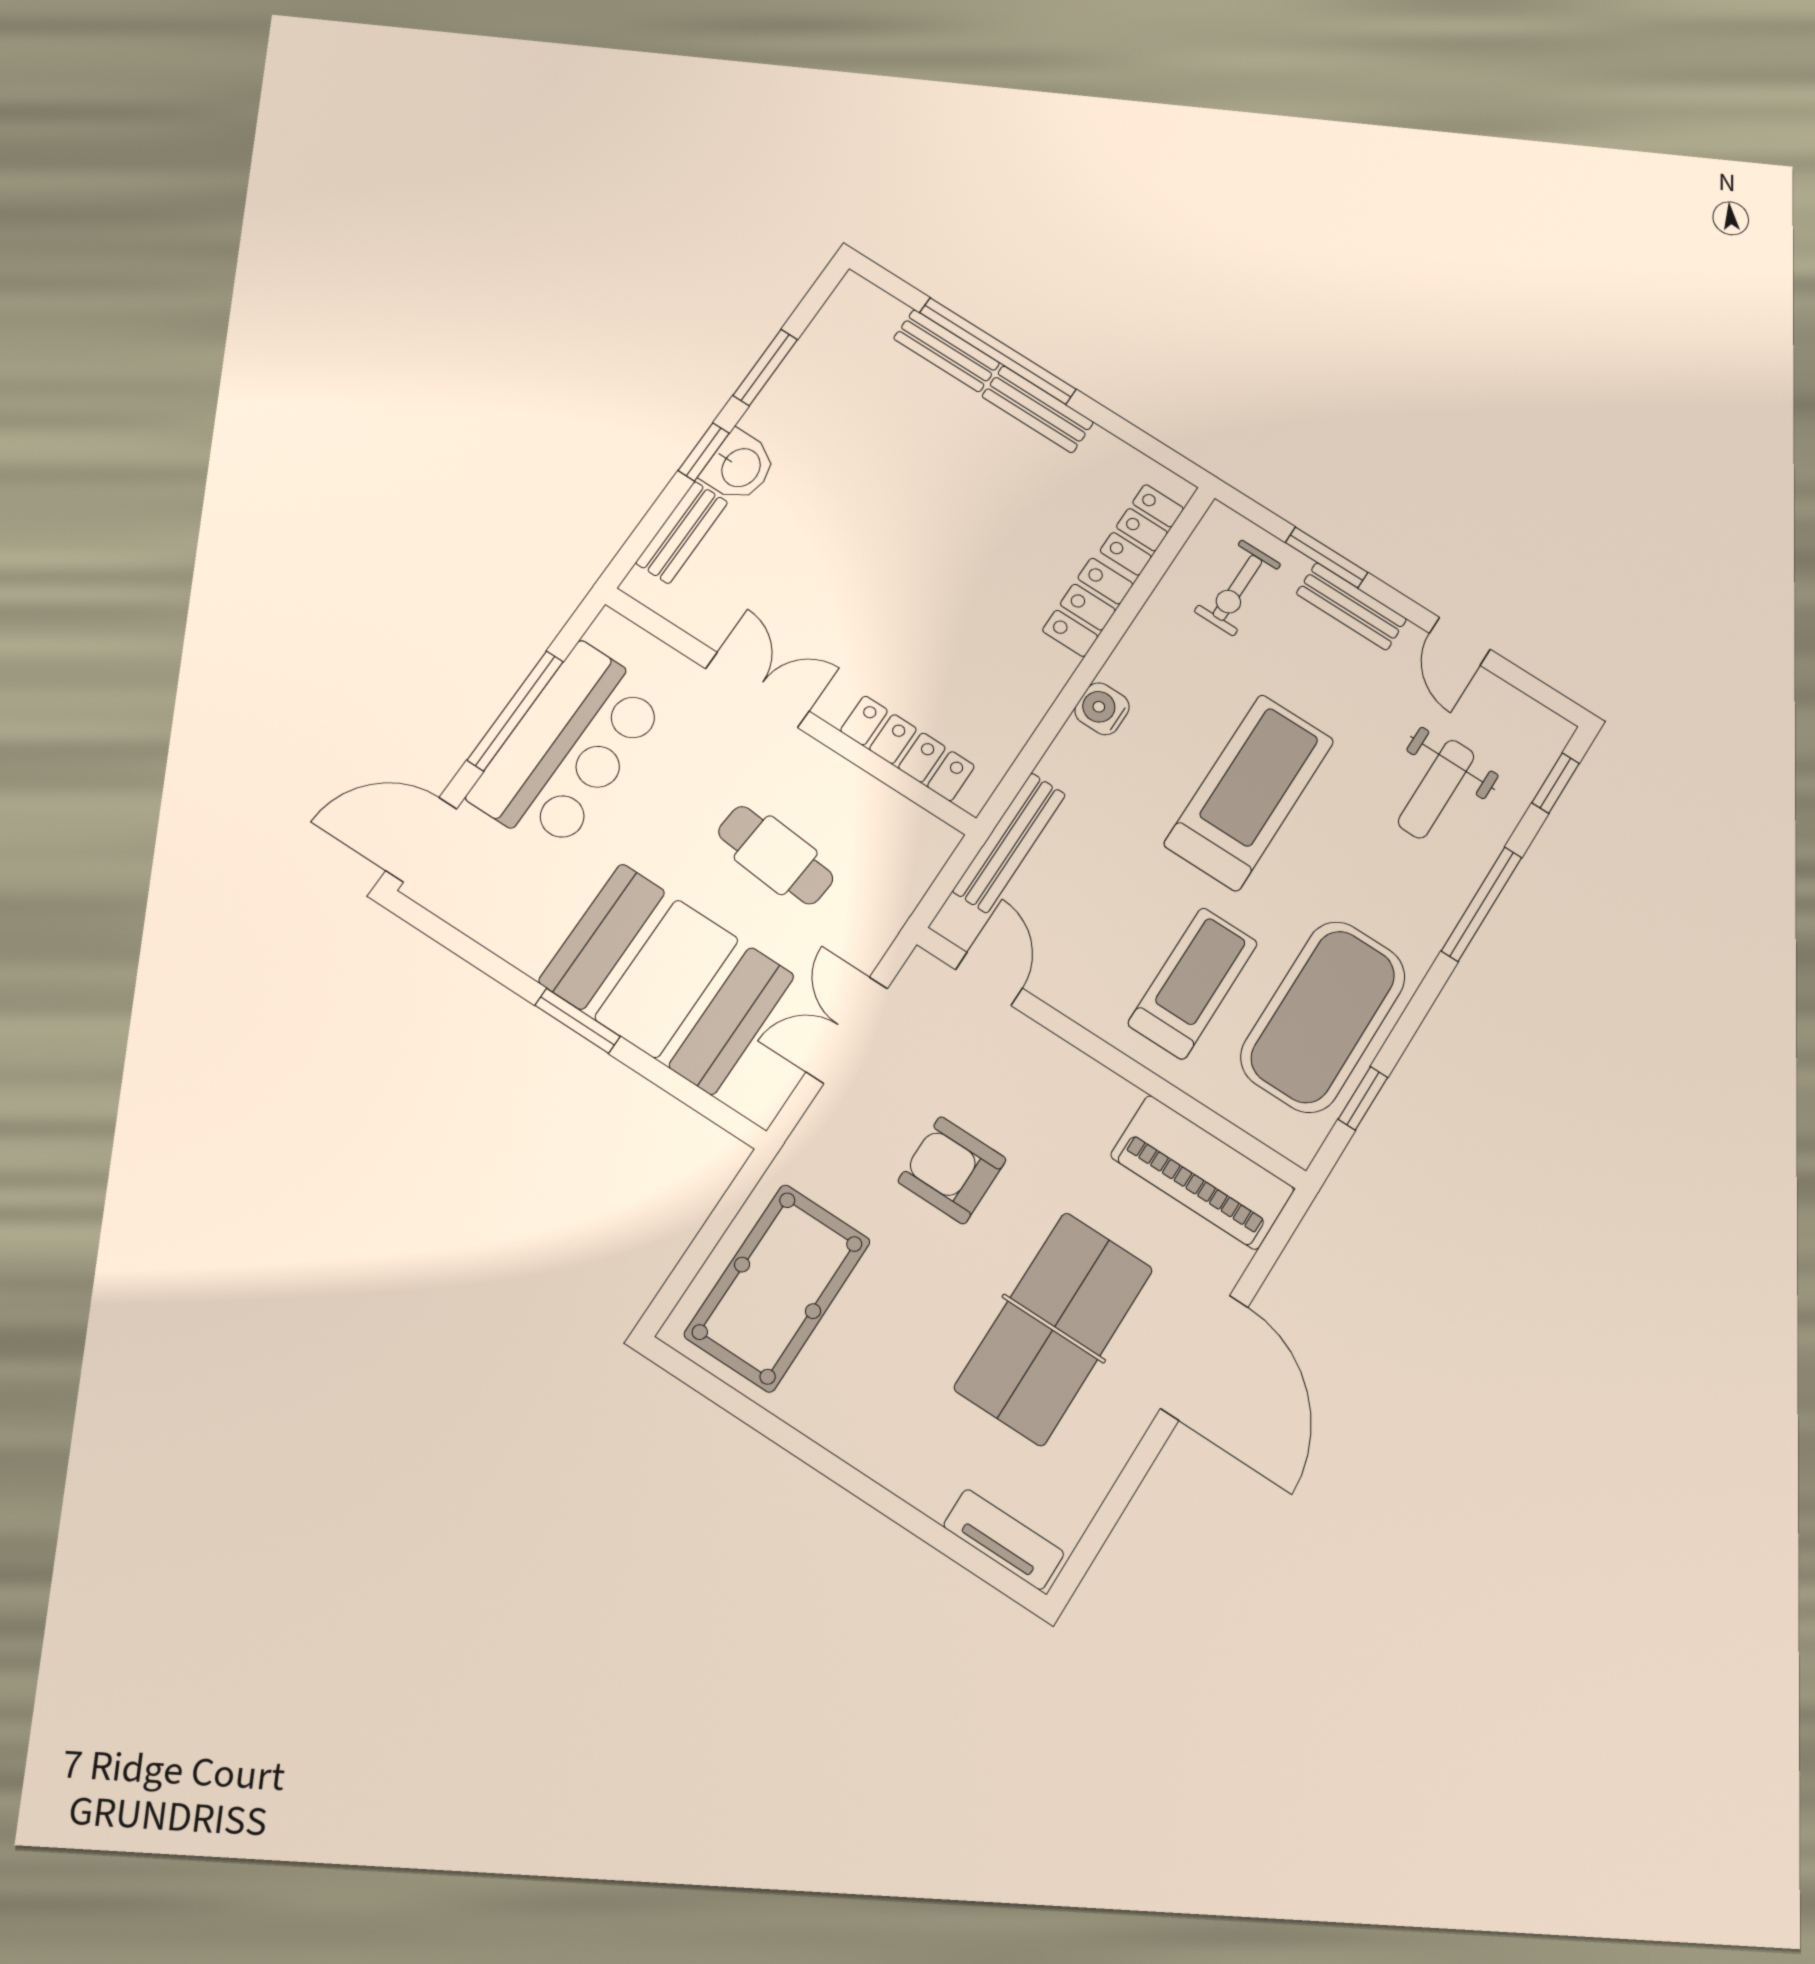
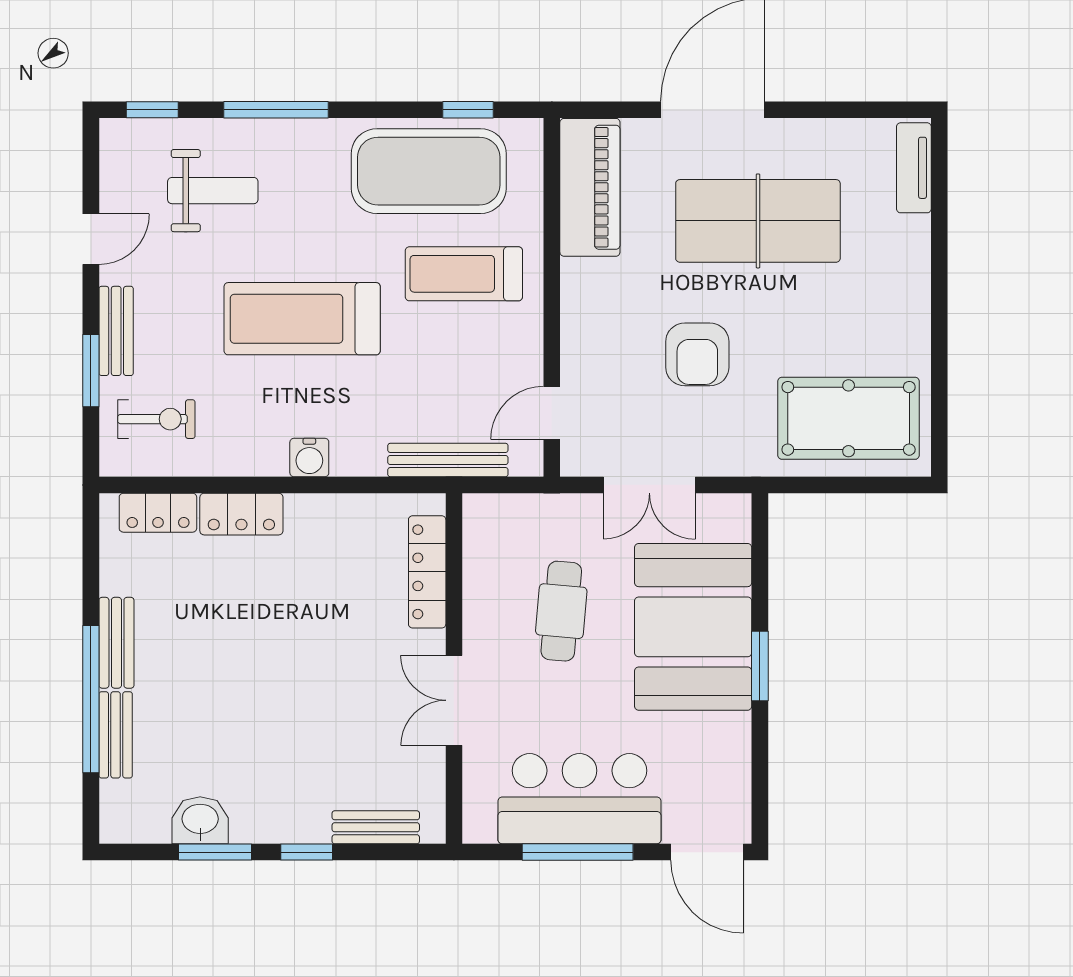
washbasin: (740, 467) -> (200, 820), moved

